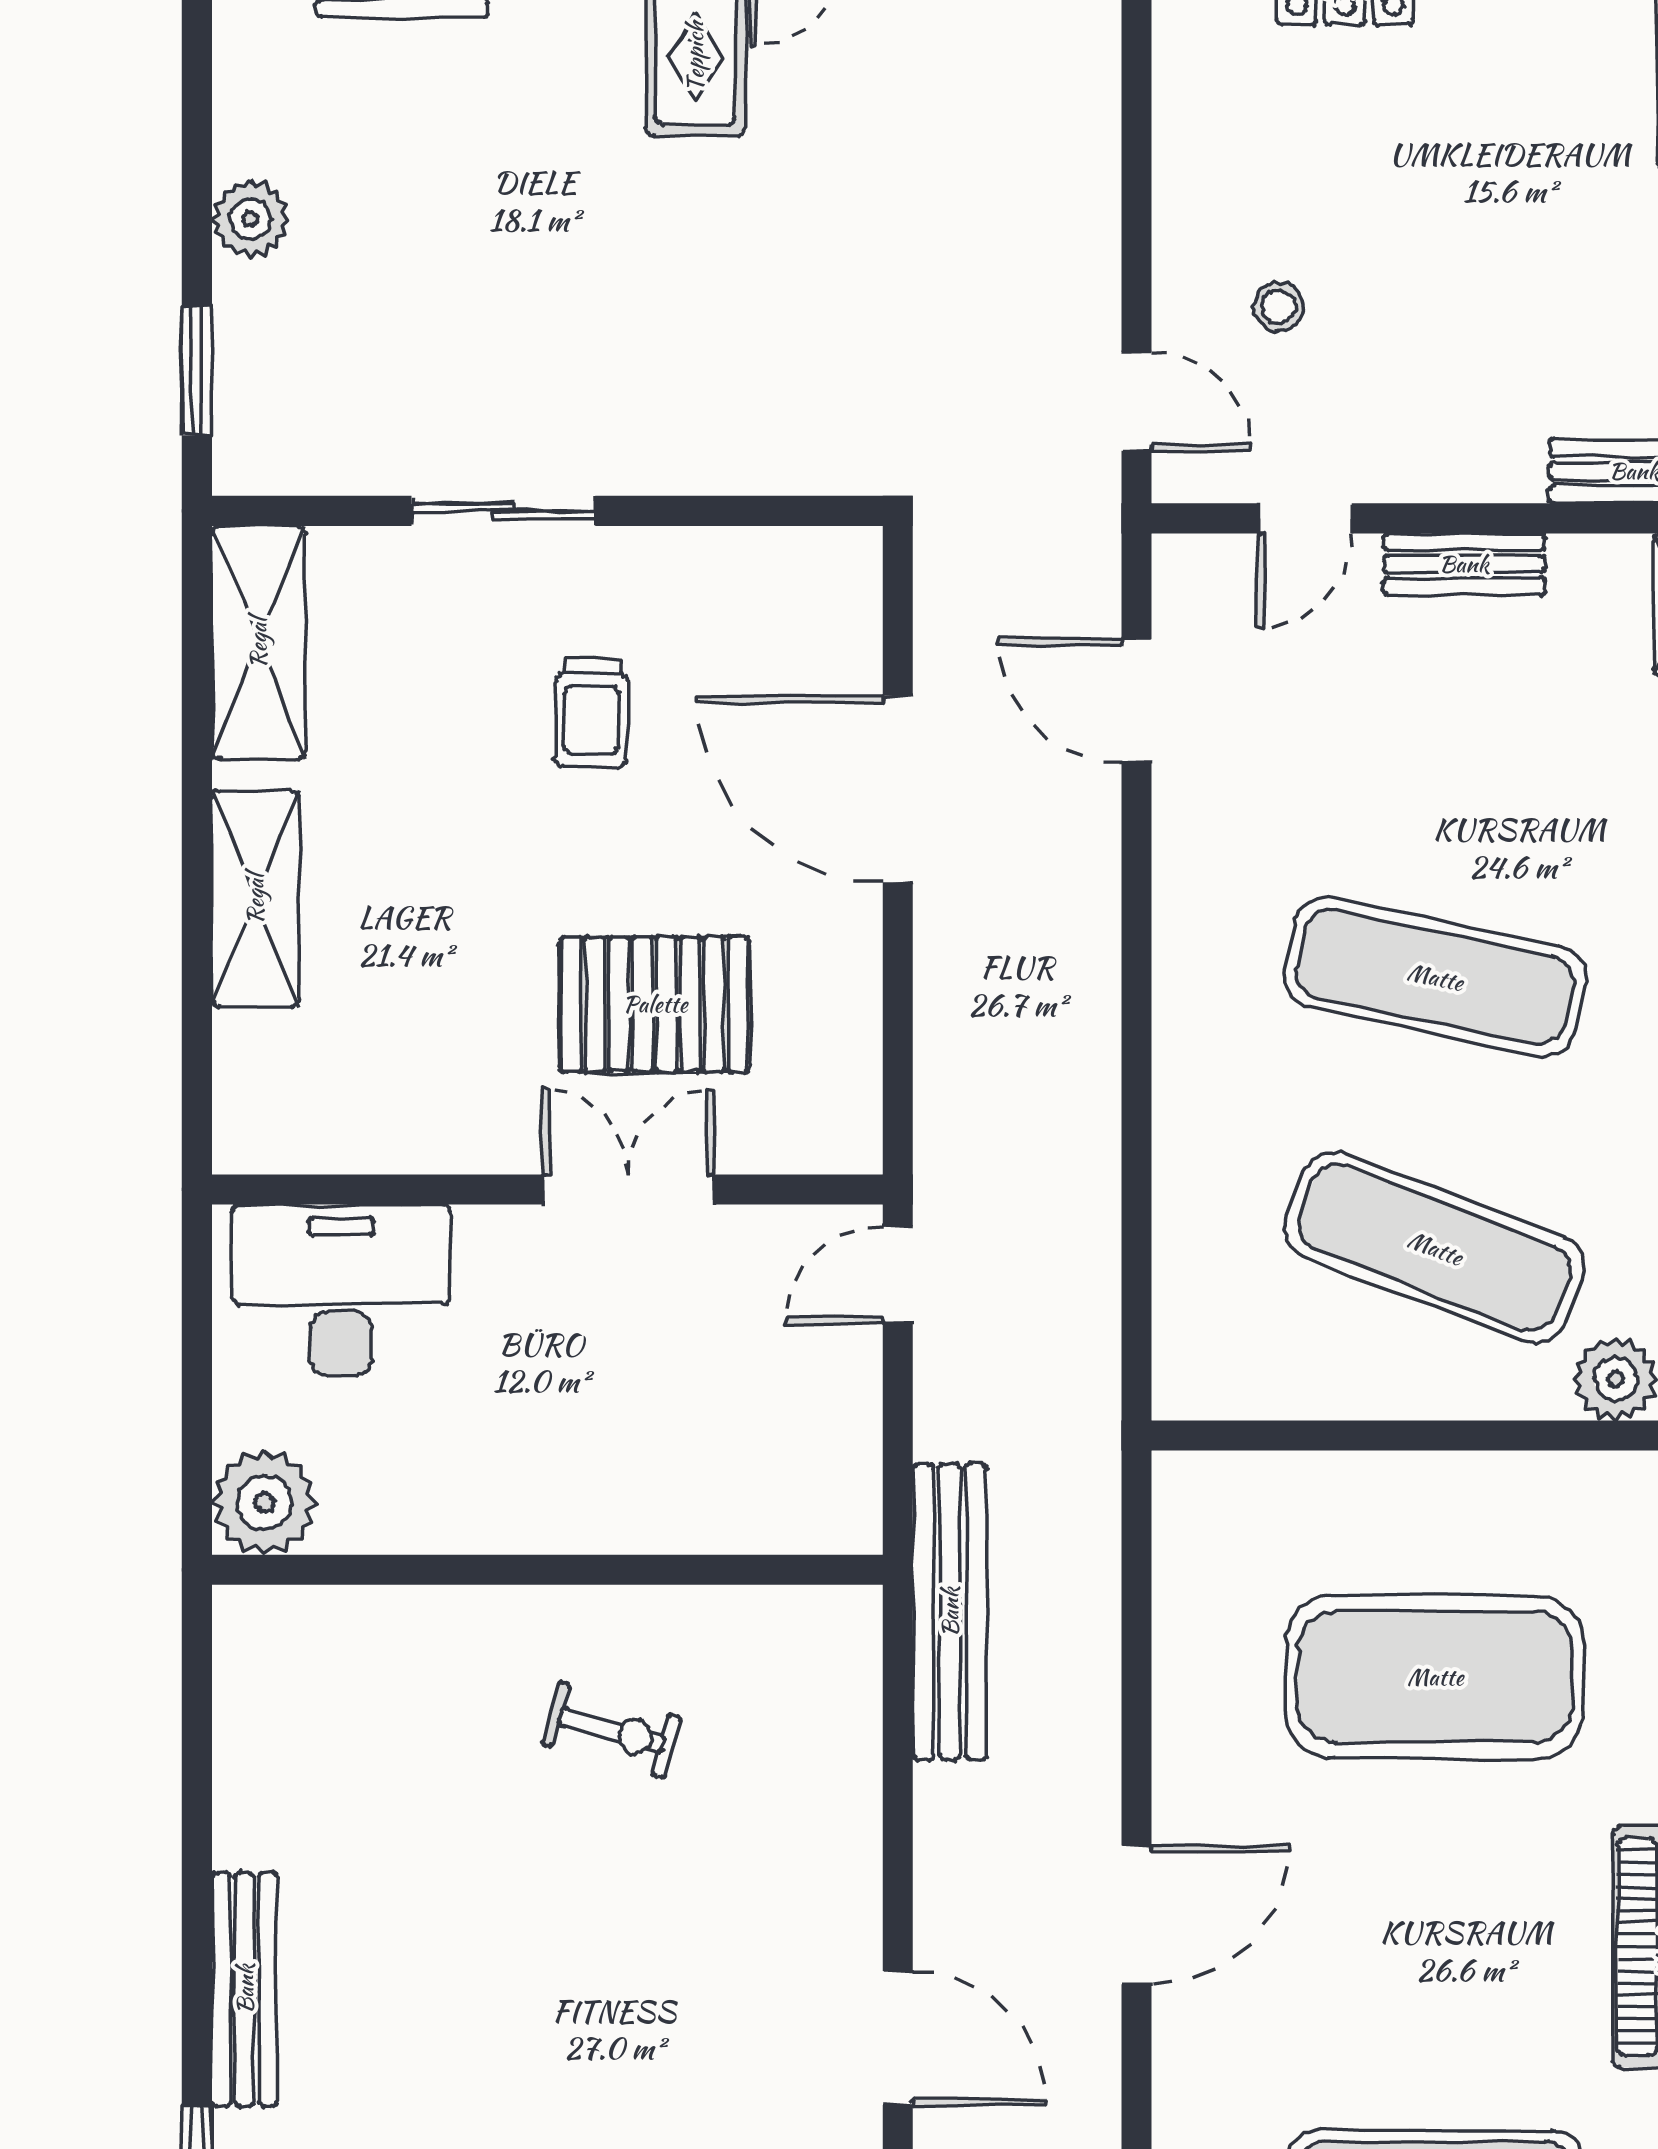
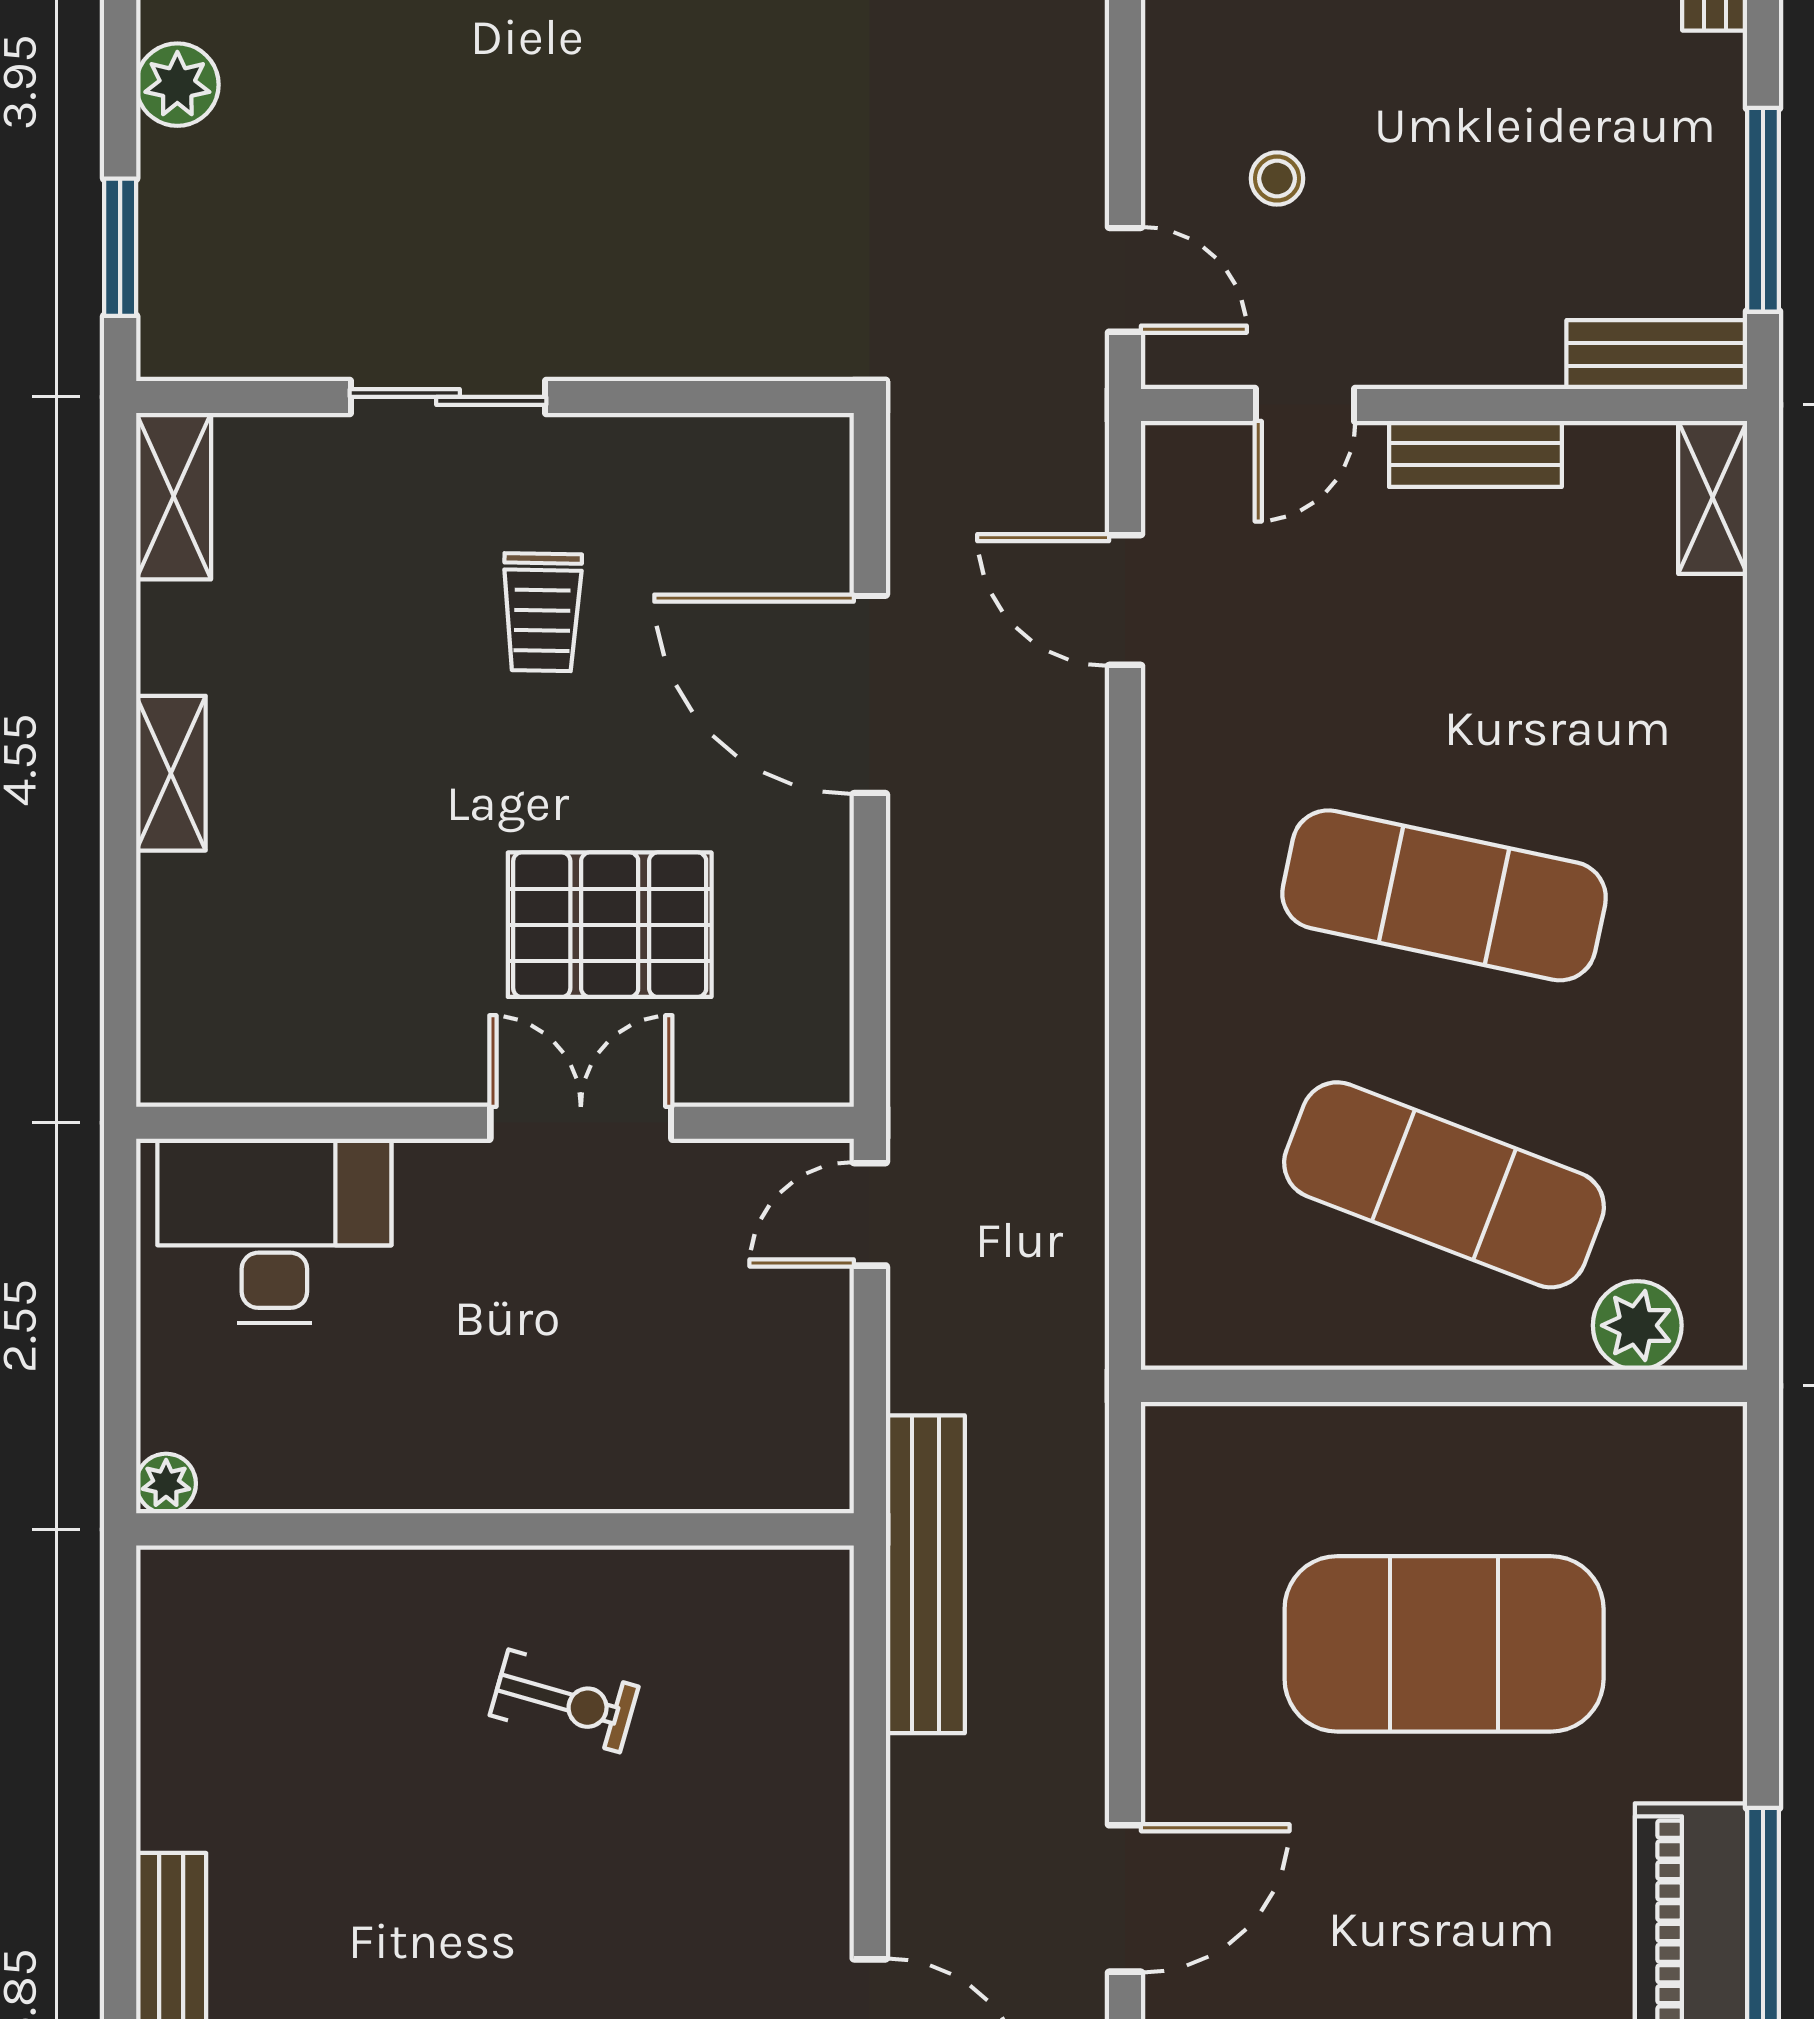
shelving: (258, 643) -> (174, 496), width x0.67, depth x0.75
shelving: (255, 899) -> (171, 773), width x0.67, depth x0.75
plant: (264, 1502) -> (166, 1484), width x0.53, depth x0.53

